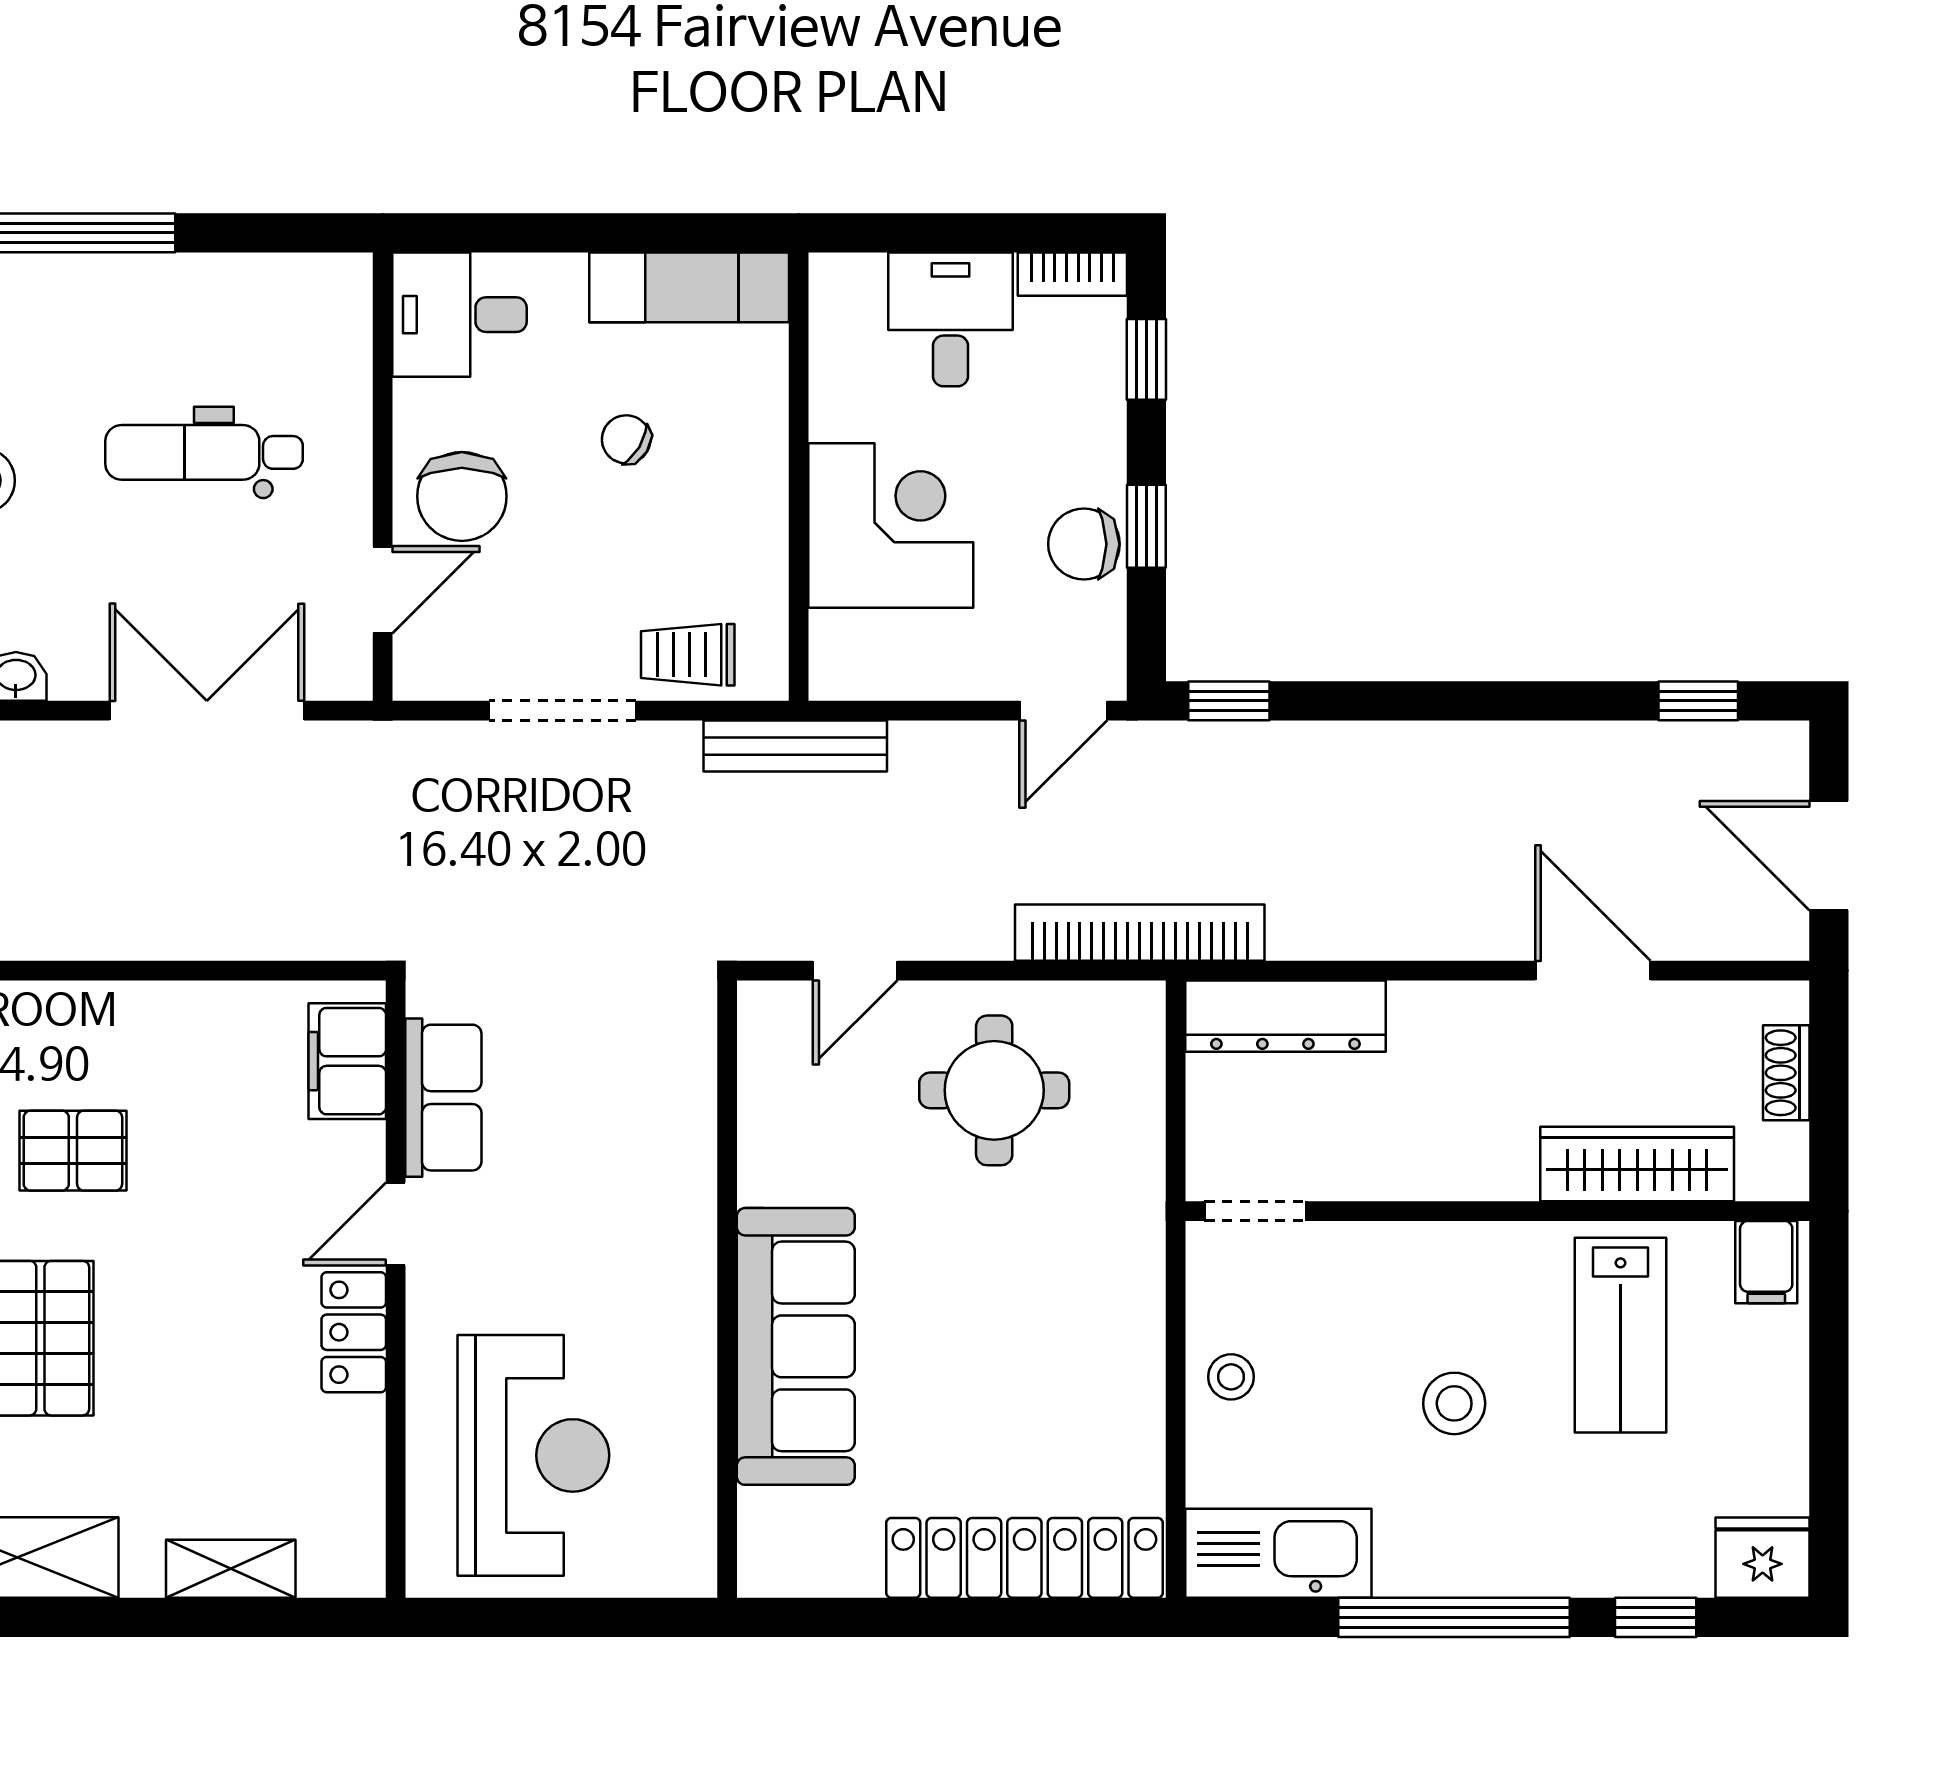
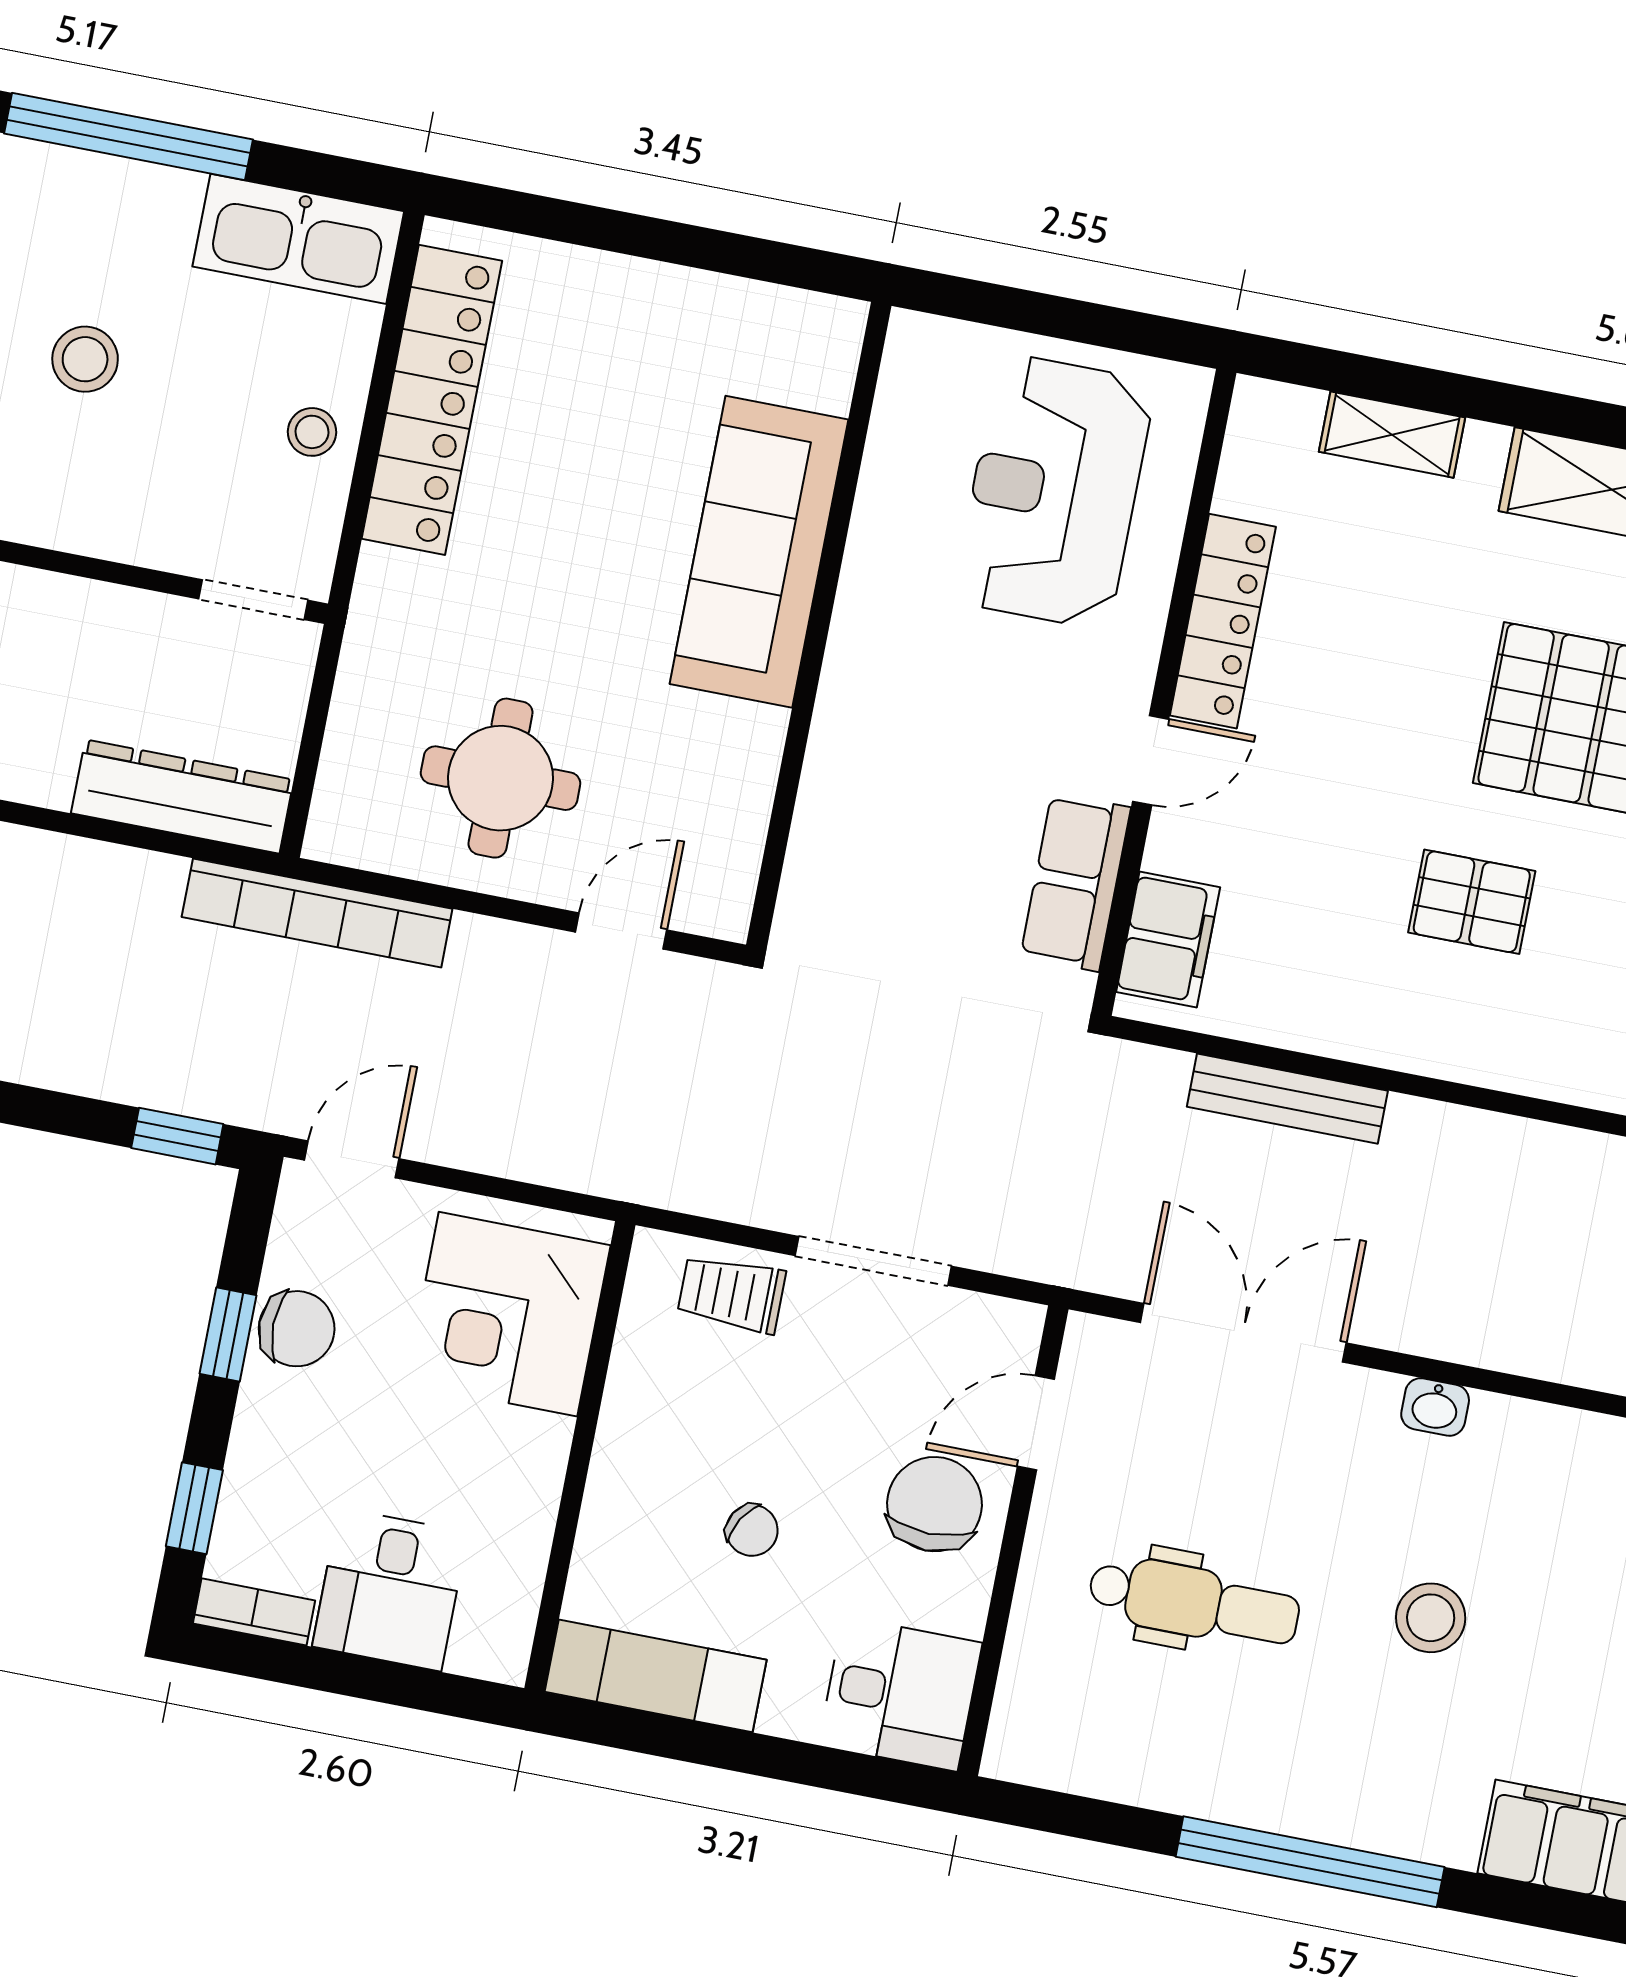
corner desk: (891, 526) -> (508, 1314), moved
trolley: (688, 655) -> (731, 1294), turned 180
double door: (207, 711) -> (1243, 1333), swing flipped
bench: (795, 746) -> (1287, 1099), moved
locker: (354, 1332) -> (1223, 621), width x1.53
locker: (1024, 1558) -> (432, 400), moved, turned -90

